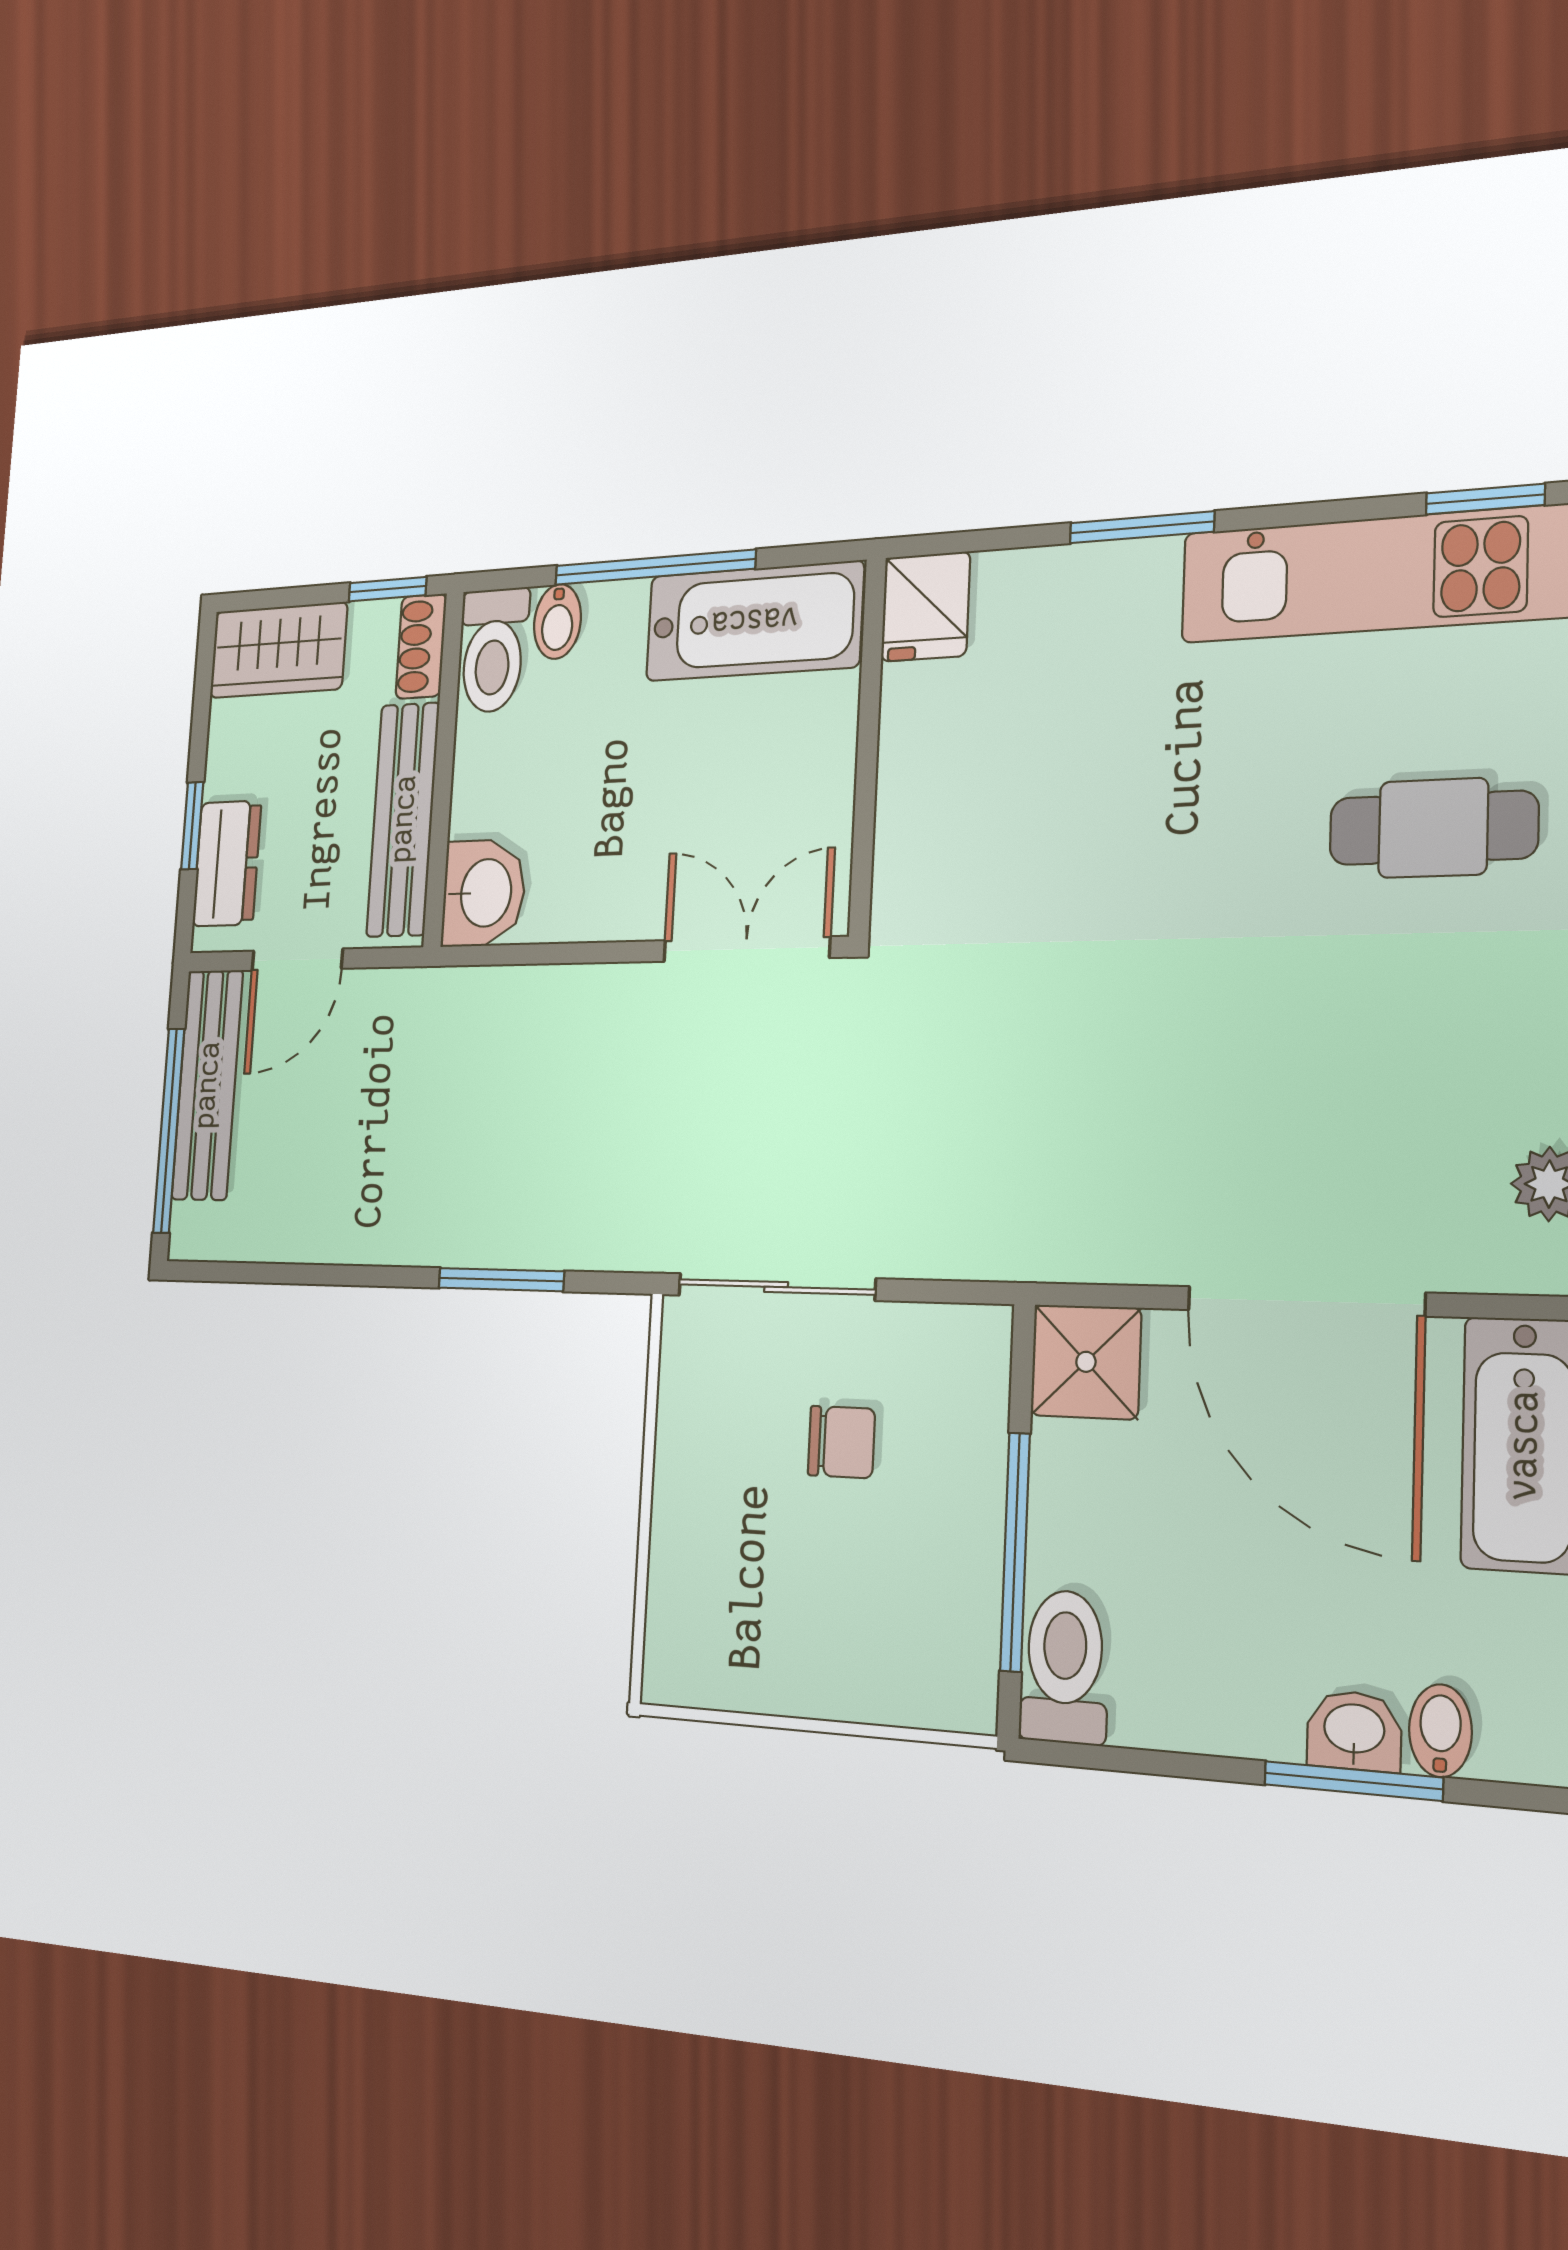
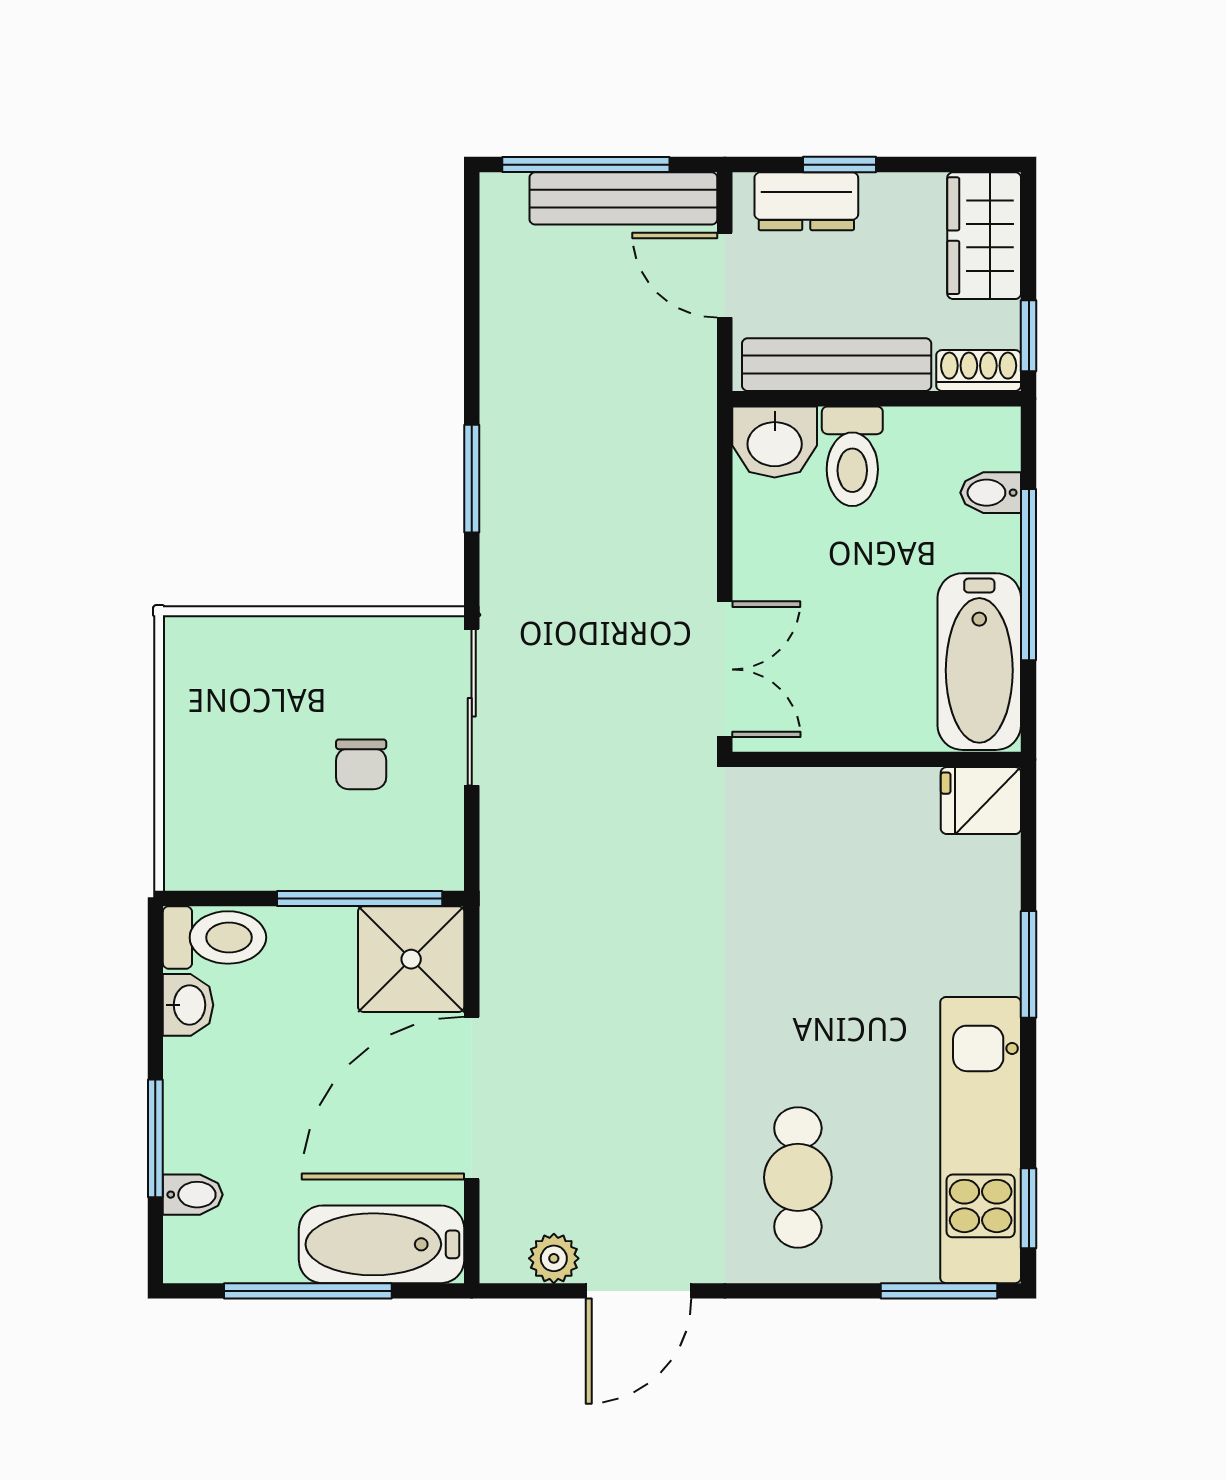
toilet: (493, 650) -> (852, 456), moved, turned -90
shower: (1086, 1362) -> (411, 959), width x1.36, depth x1.36
window: (1015, 1552) -> (360, 899), moved
washbasin: (1354, 1731) -> (188, 1005), moved

